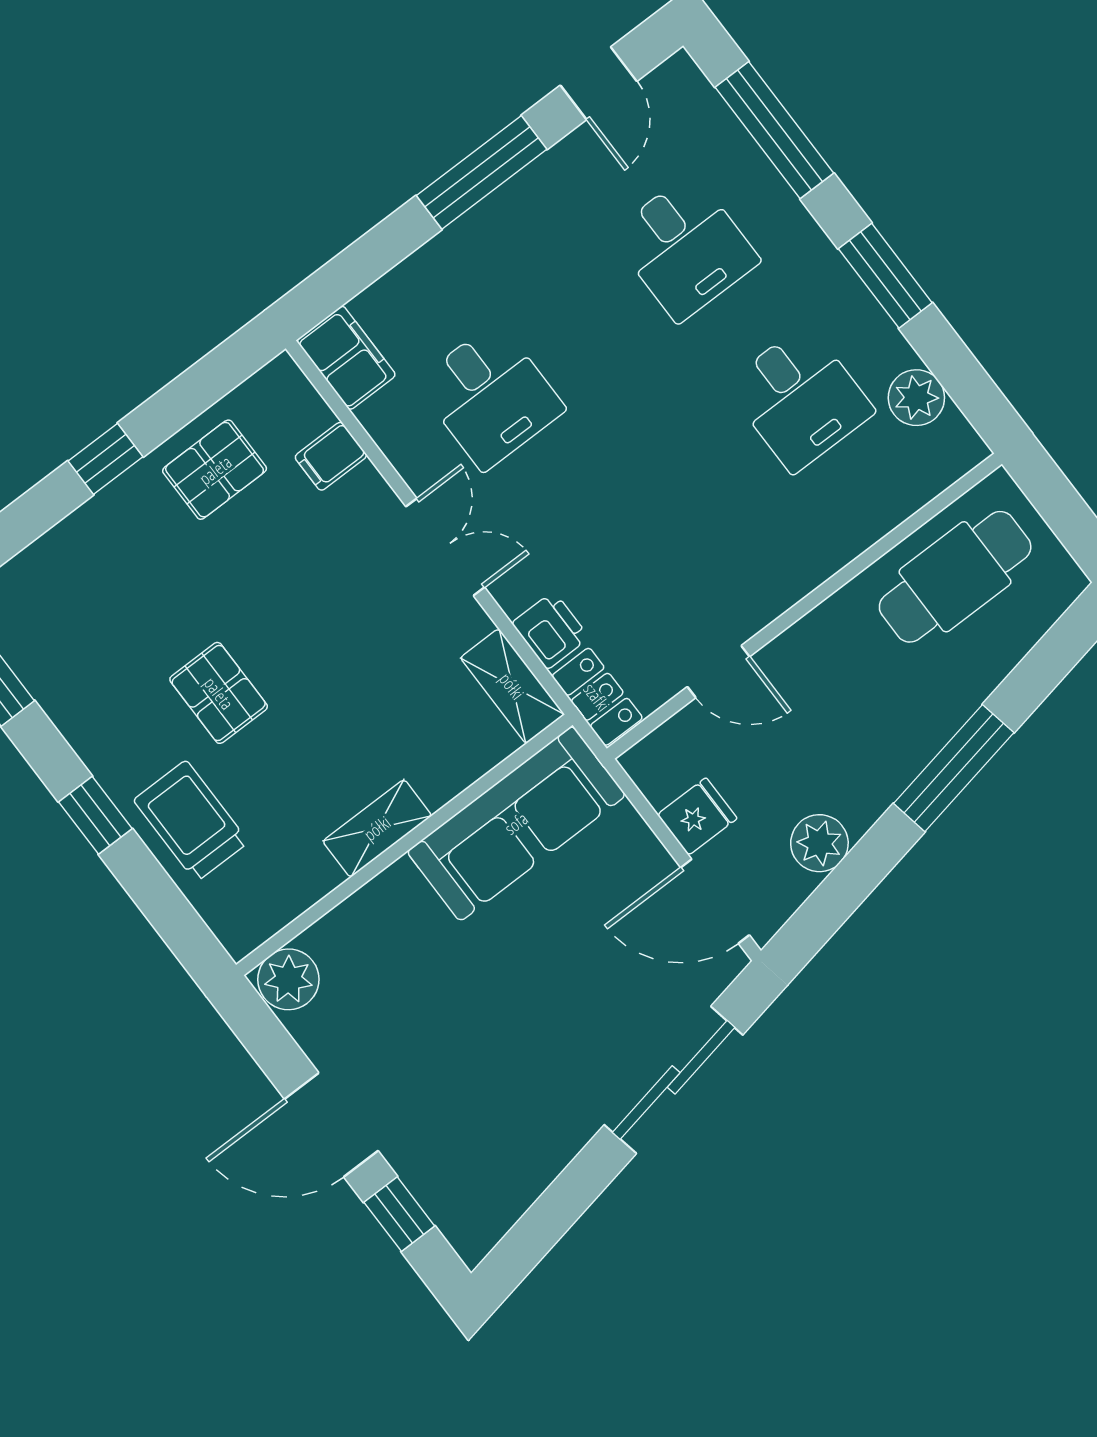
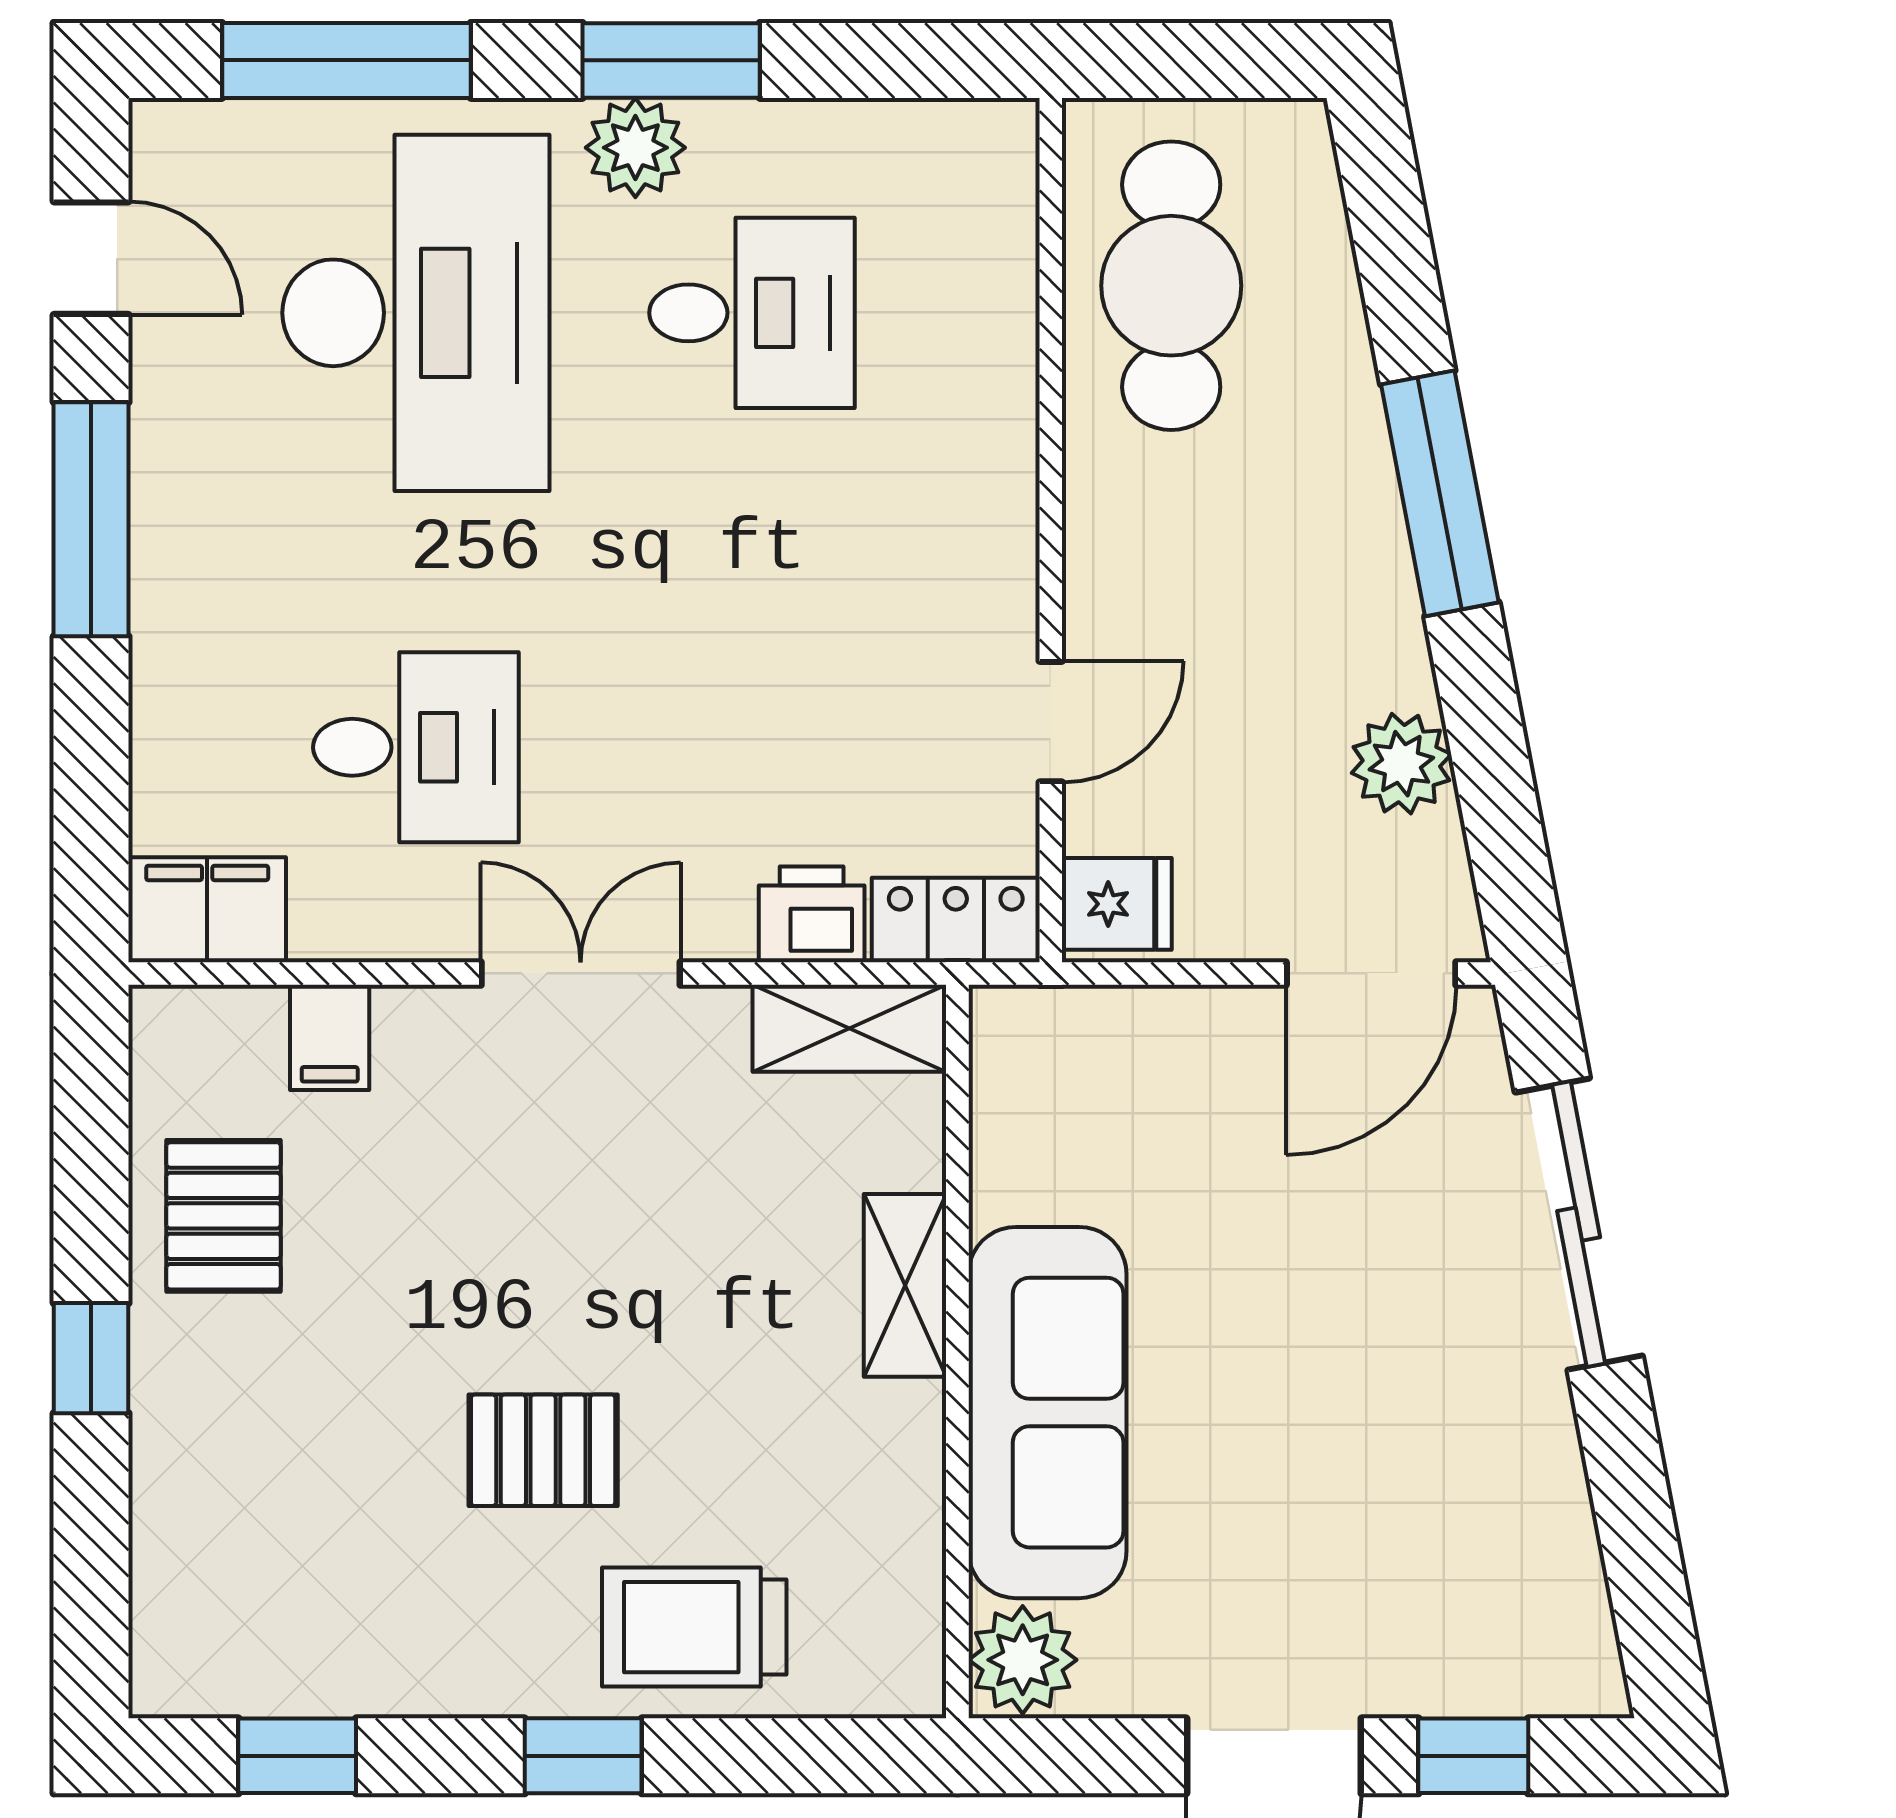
desk: (685, 248) -> (416, 313), width x1.87, depth x1.30
plant: (916, 398) -> (635, 148), moved
fridge: (697, 816) -> (1117, 904), moved, turned 90
sofa: (516, 823) -> (1048, 1413), moved
shelving: (377, 828) -> (905, 1285), moved

